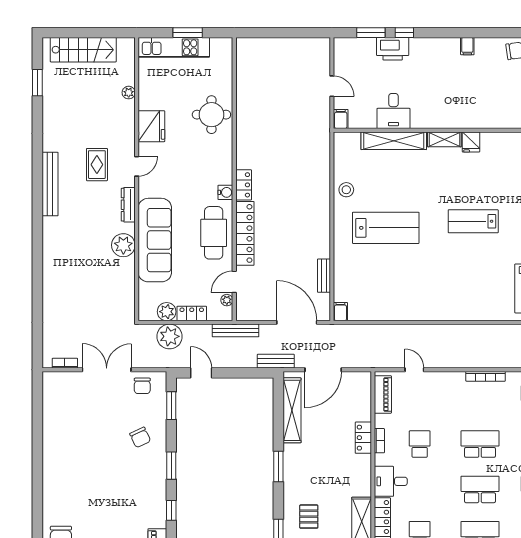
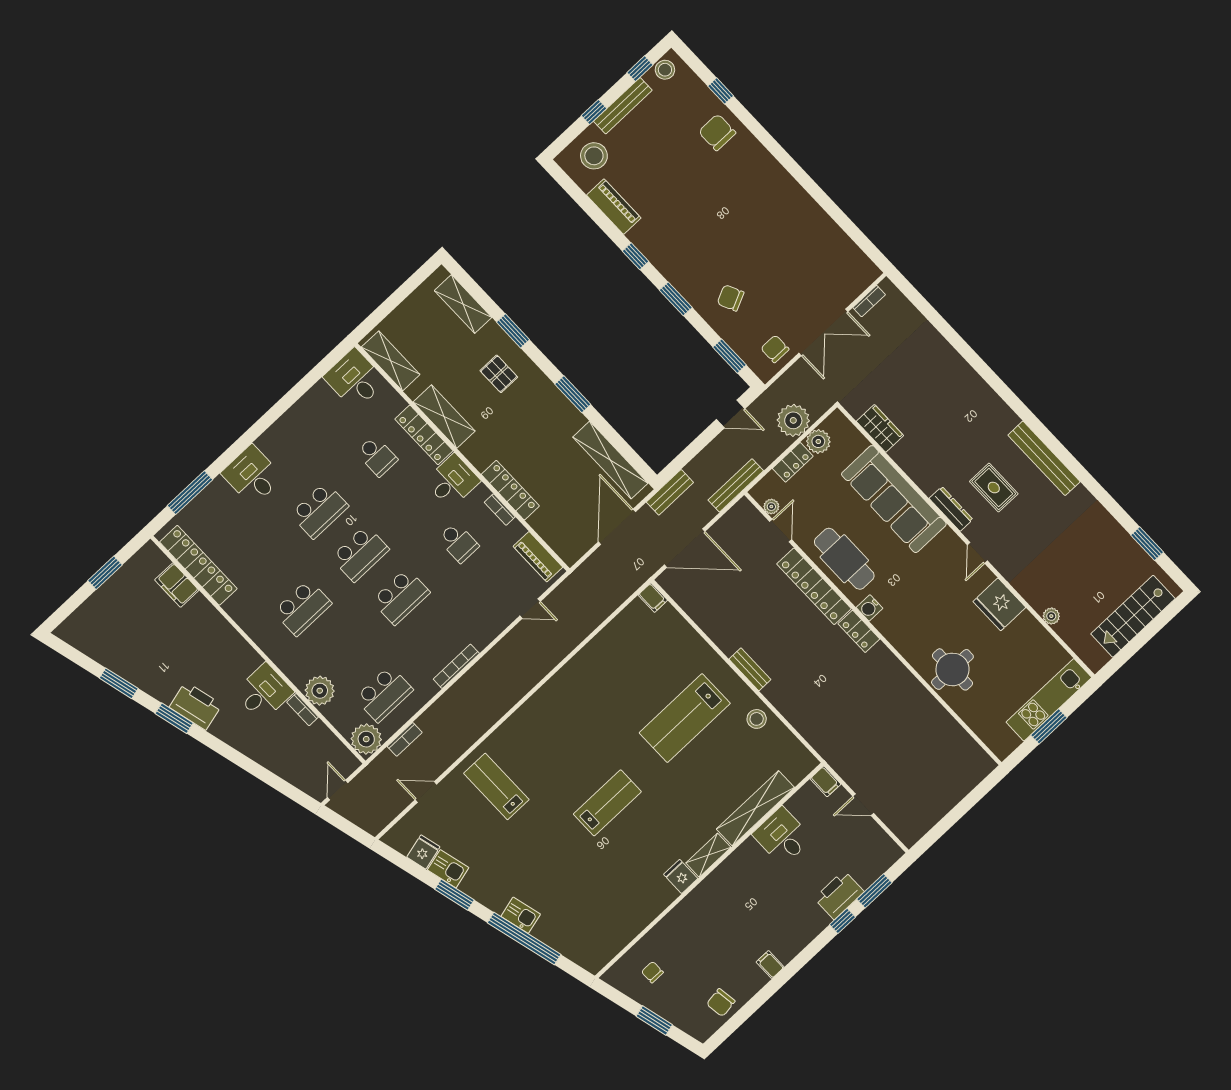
rug: (97, 165) -> (994, 488), moved
plant: (123, 245) -> (919, 466), removed
bench: (324, 276) -> (750, 669), moved
wardrobe: (125, 287) -> (880, 428), added
locker: (363, 438) -> (510, 490), width x1.53

